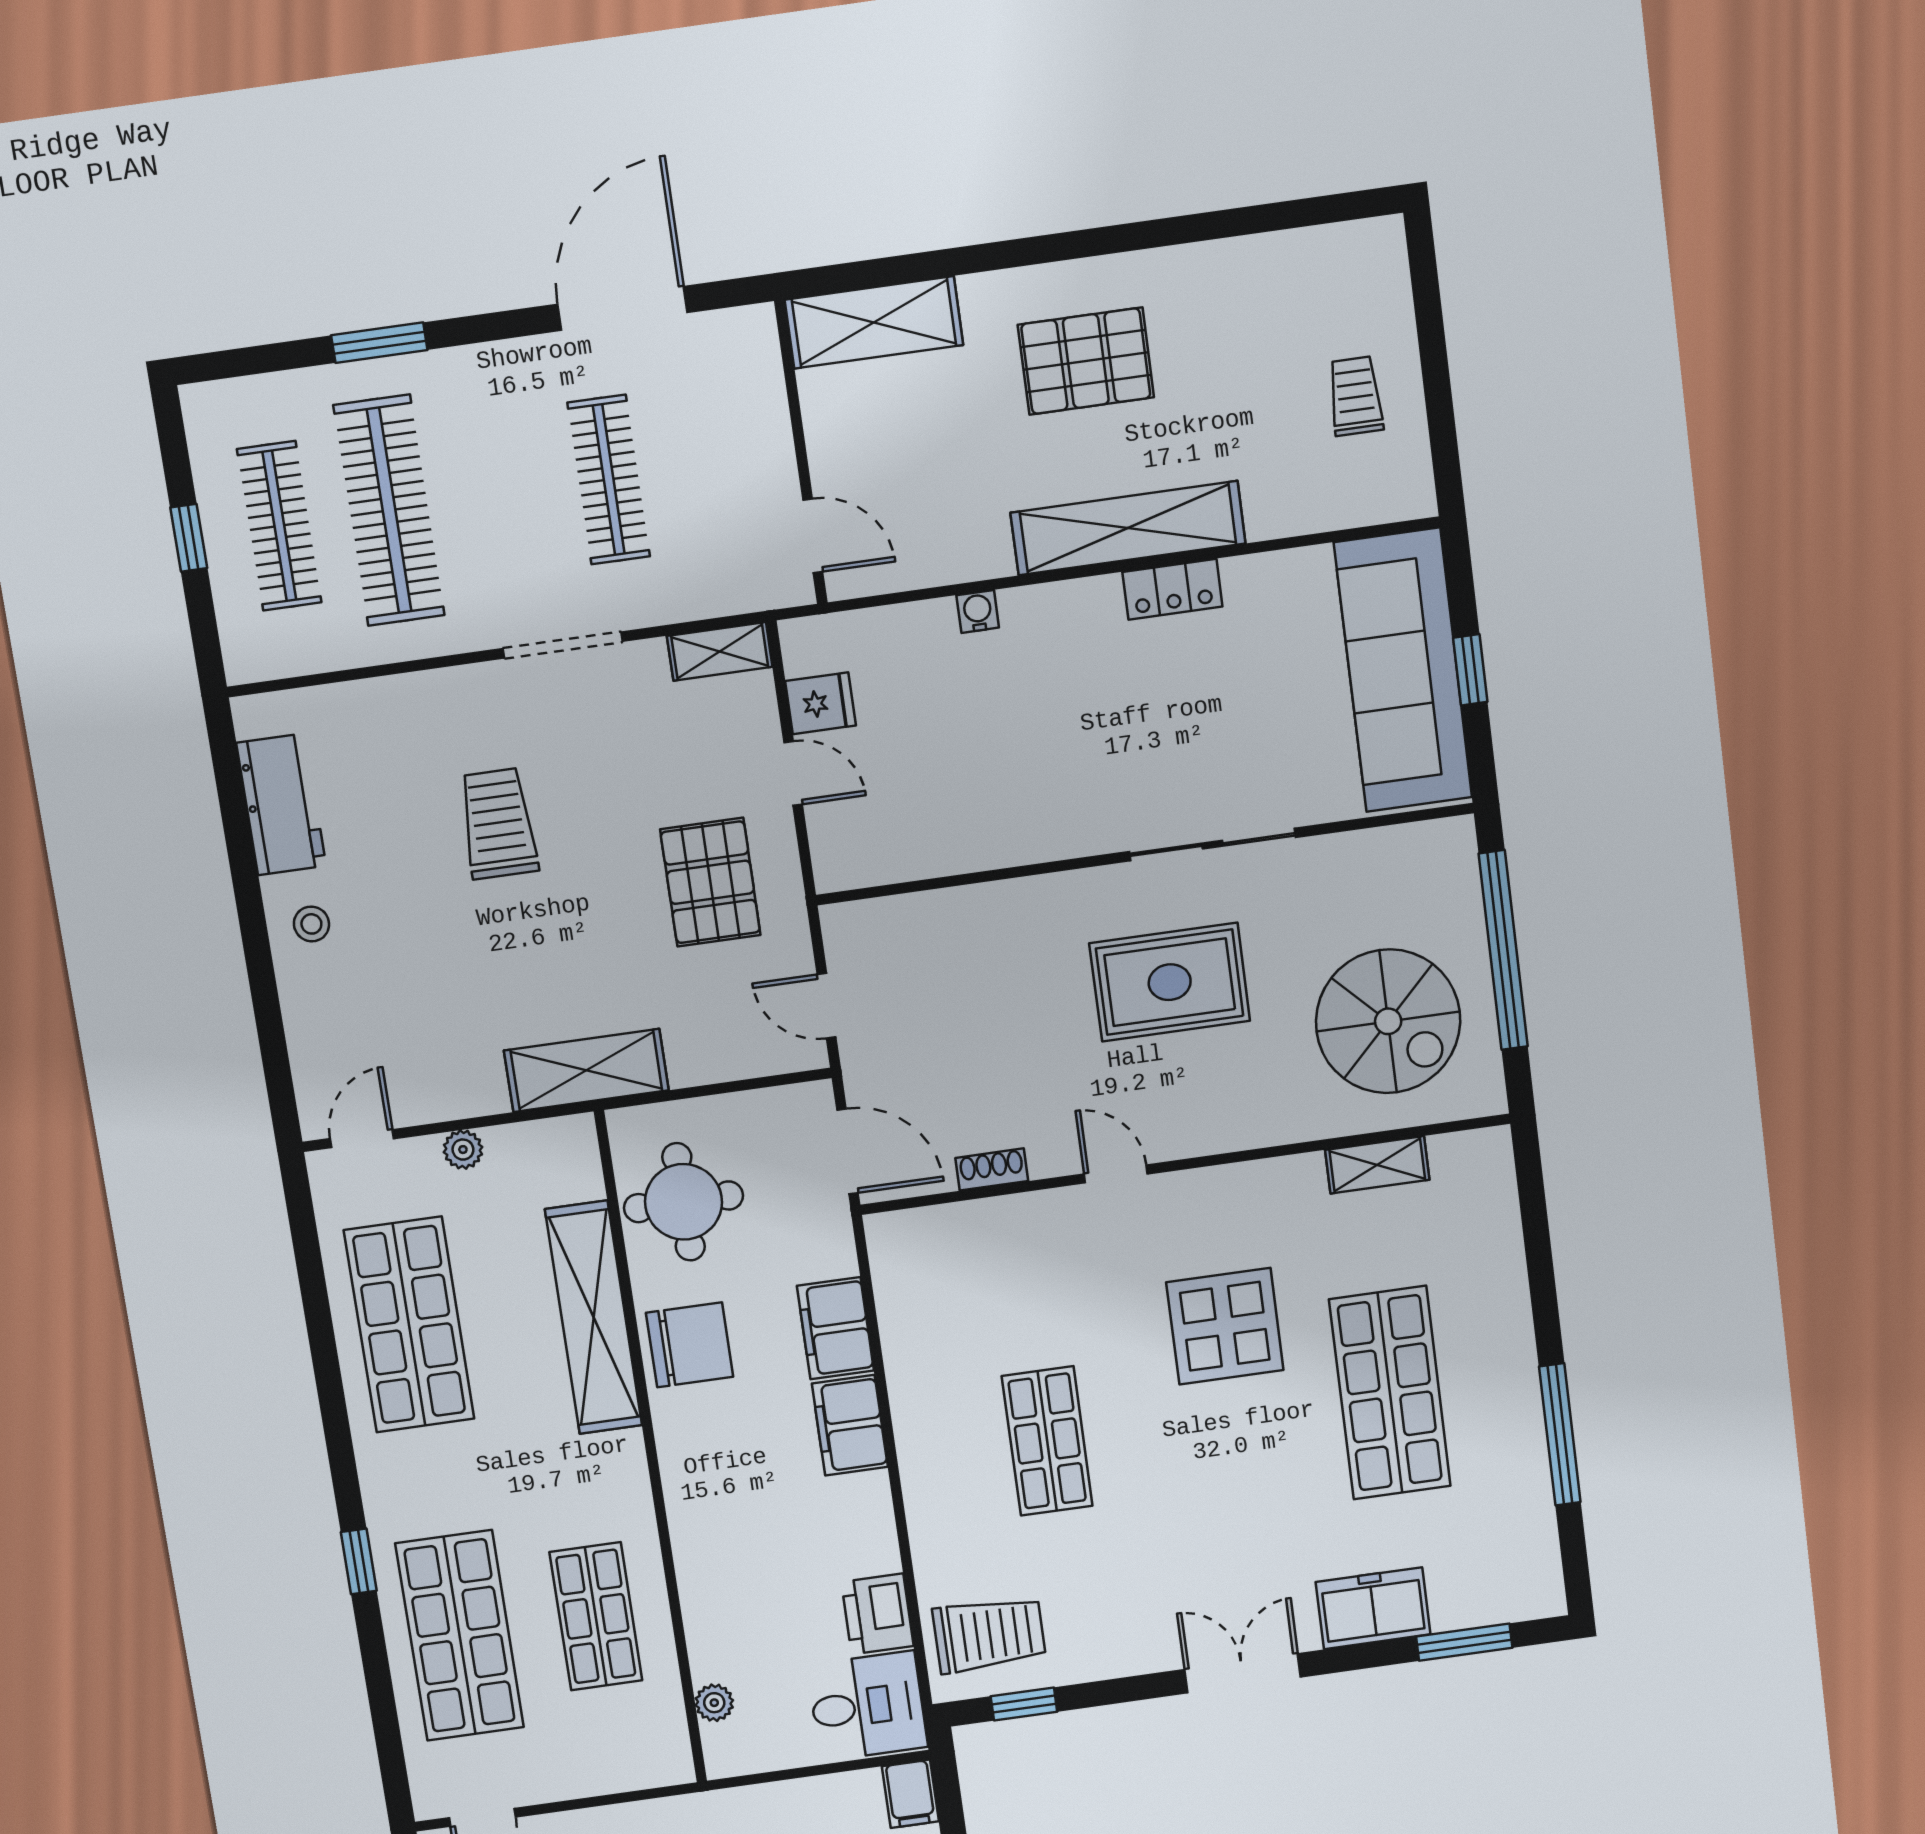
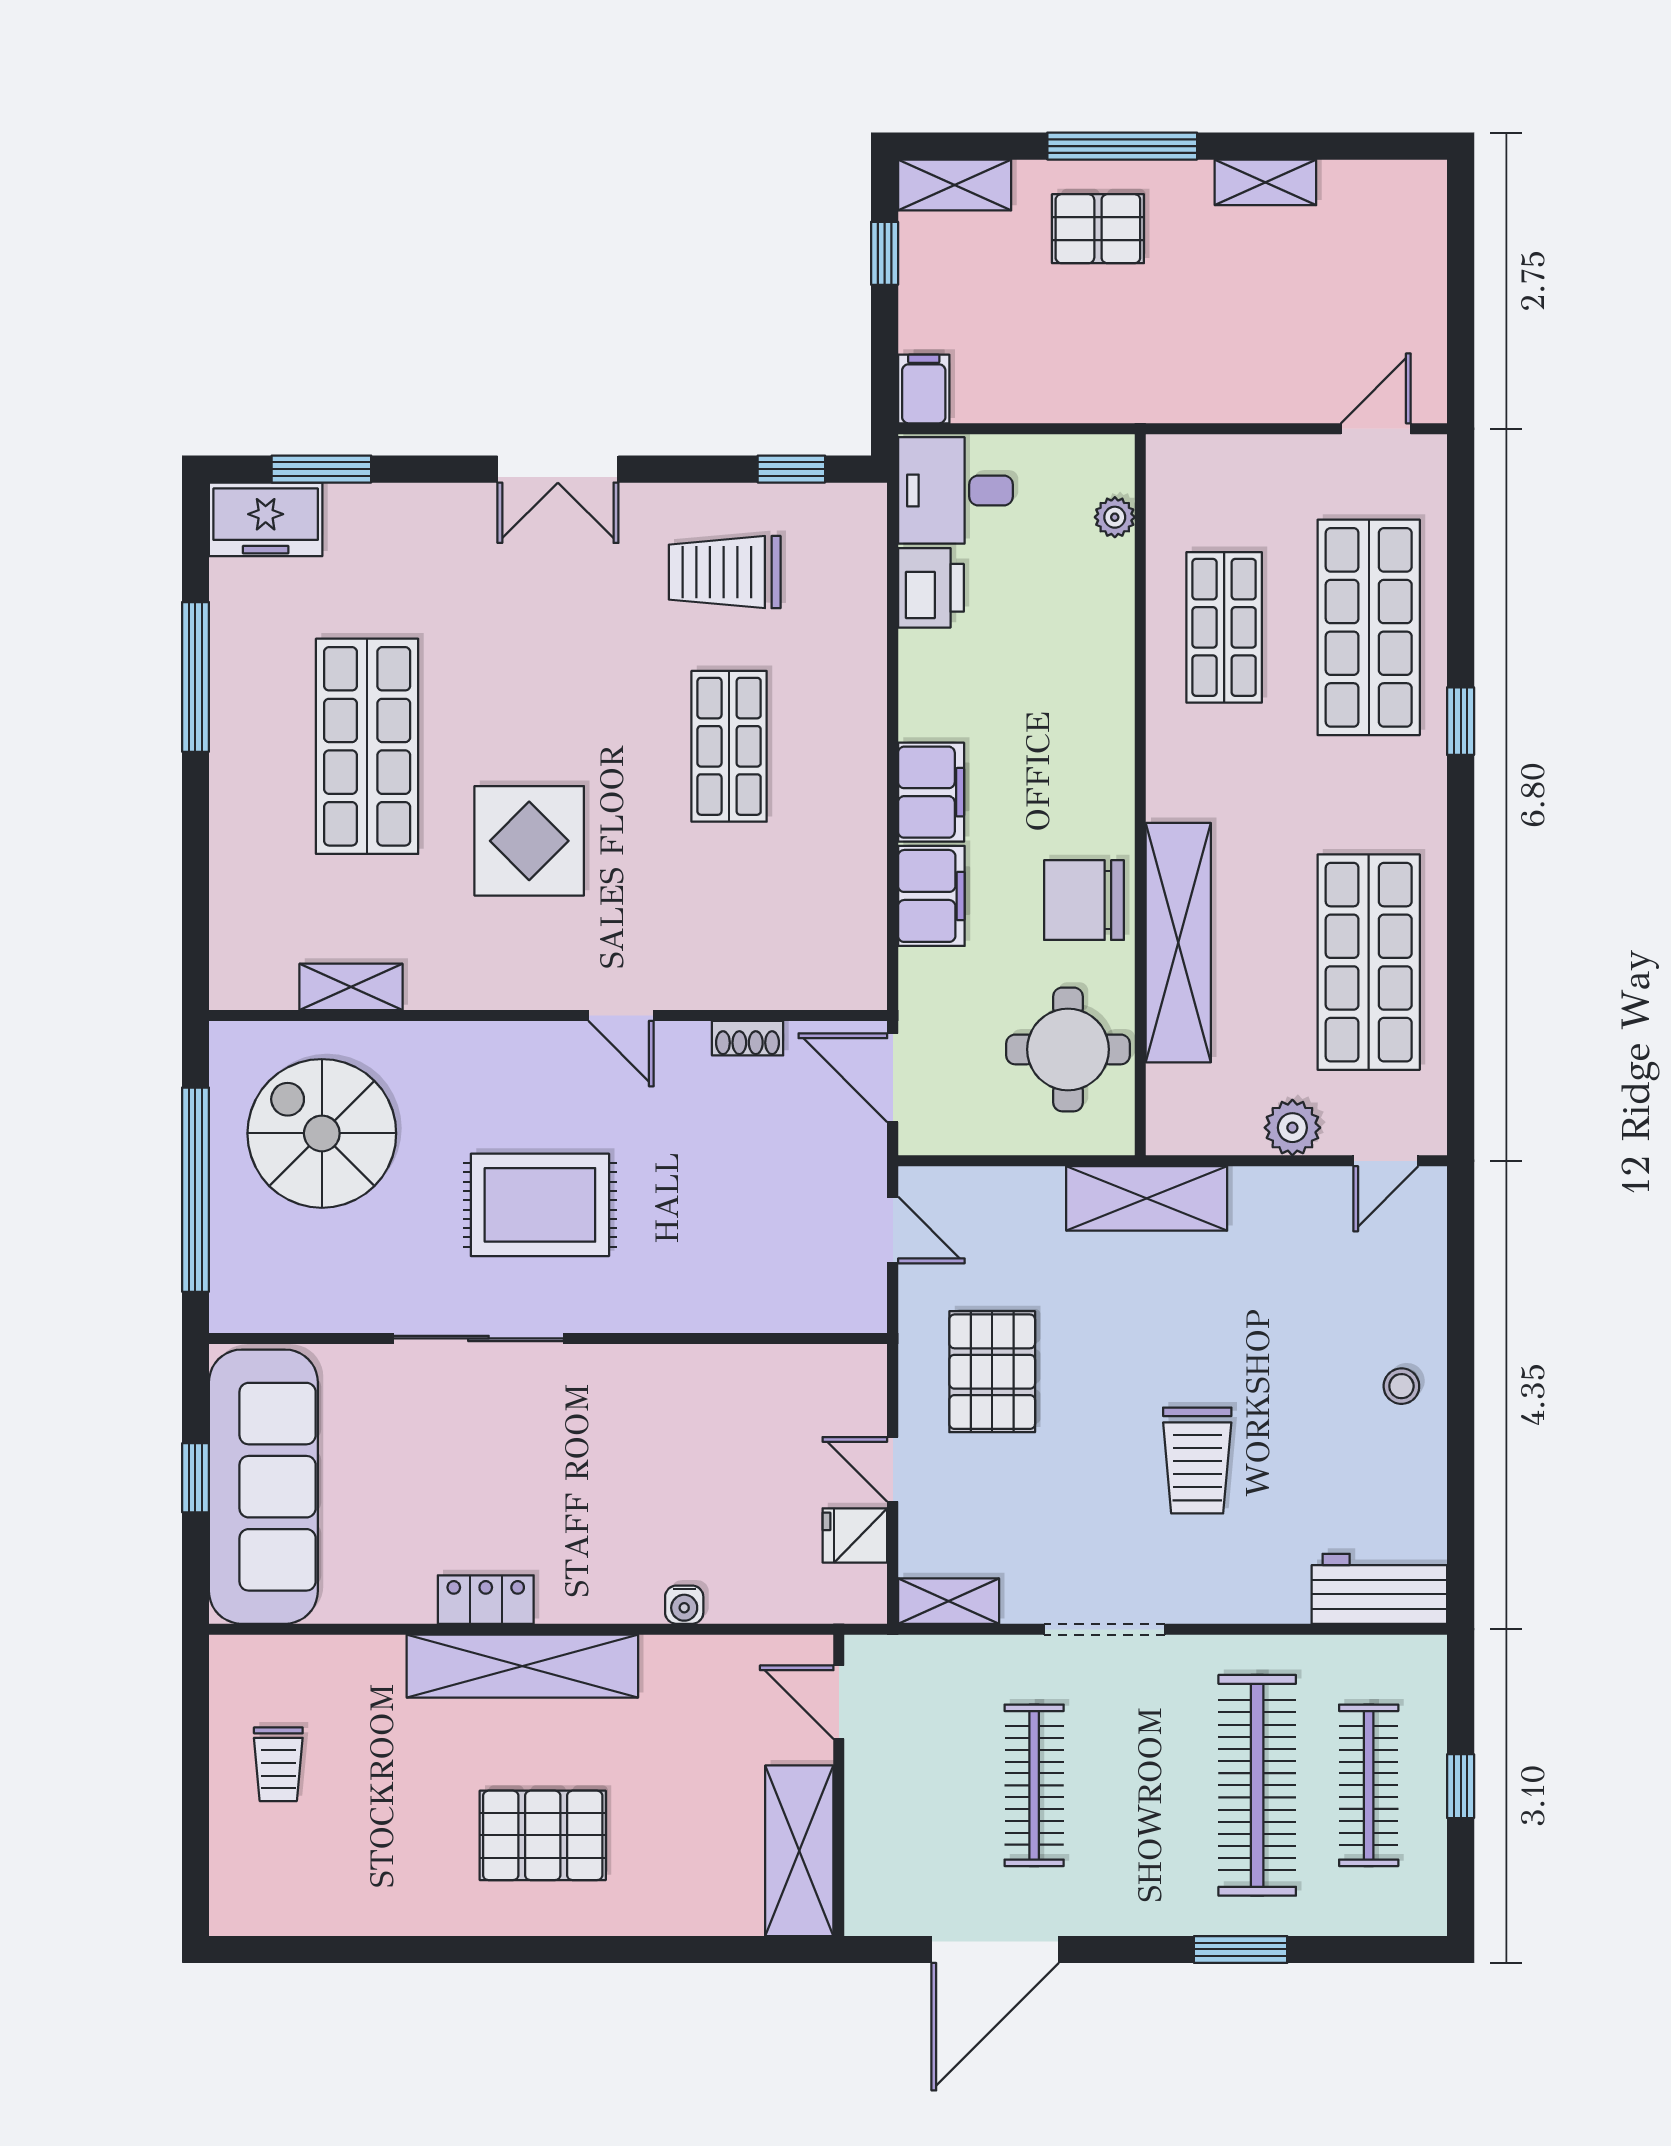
shelving: (874, 322) -> (799, 1851), moved, turned 90
workbench: (281, 804) -> (1379, 1589), moved, turned 90
plant: (463, 1150) -> (1292, 1128), width x1.38, depth x1.38
freezer: (1373, 1608) -> (266, 519), moved
trolley: (989, 1634) -> (725, 572), moved

